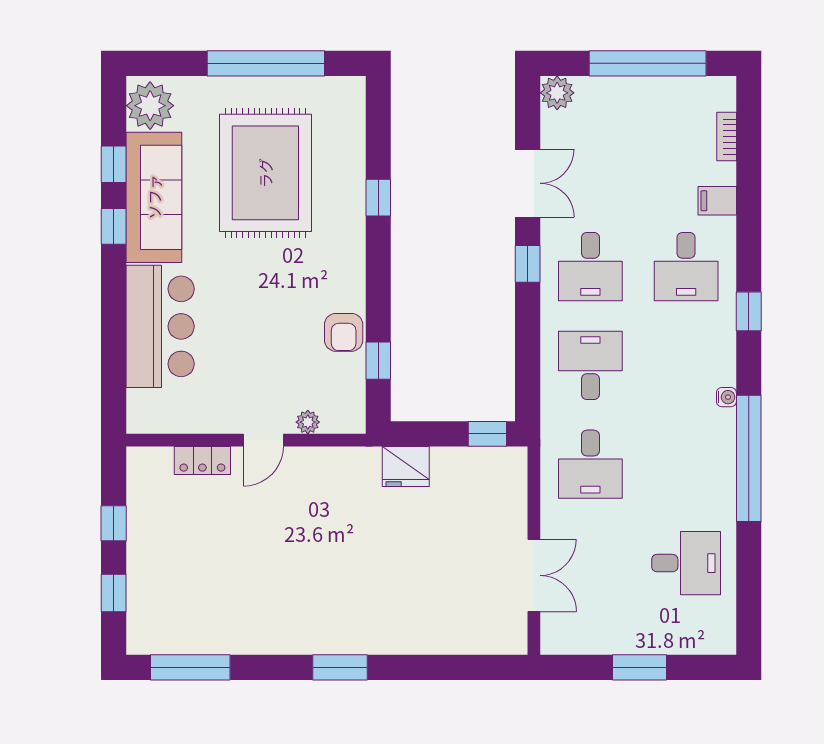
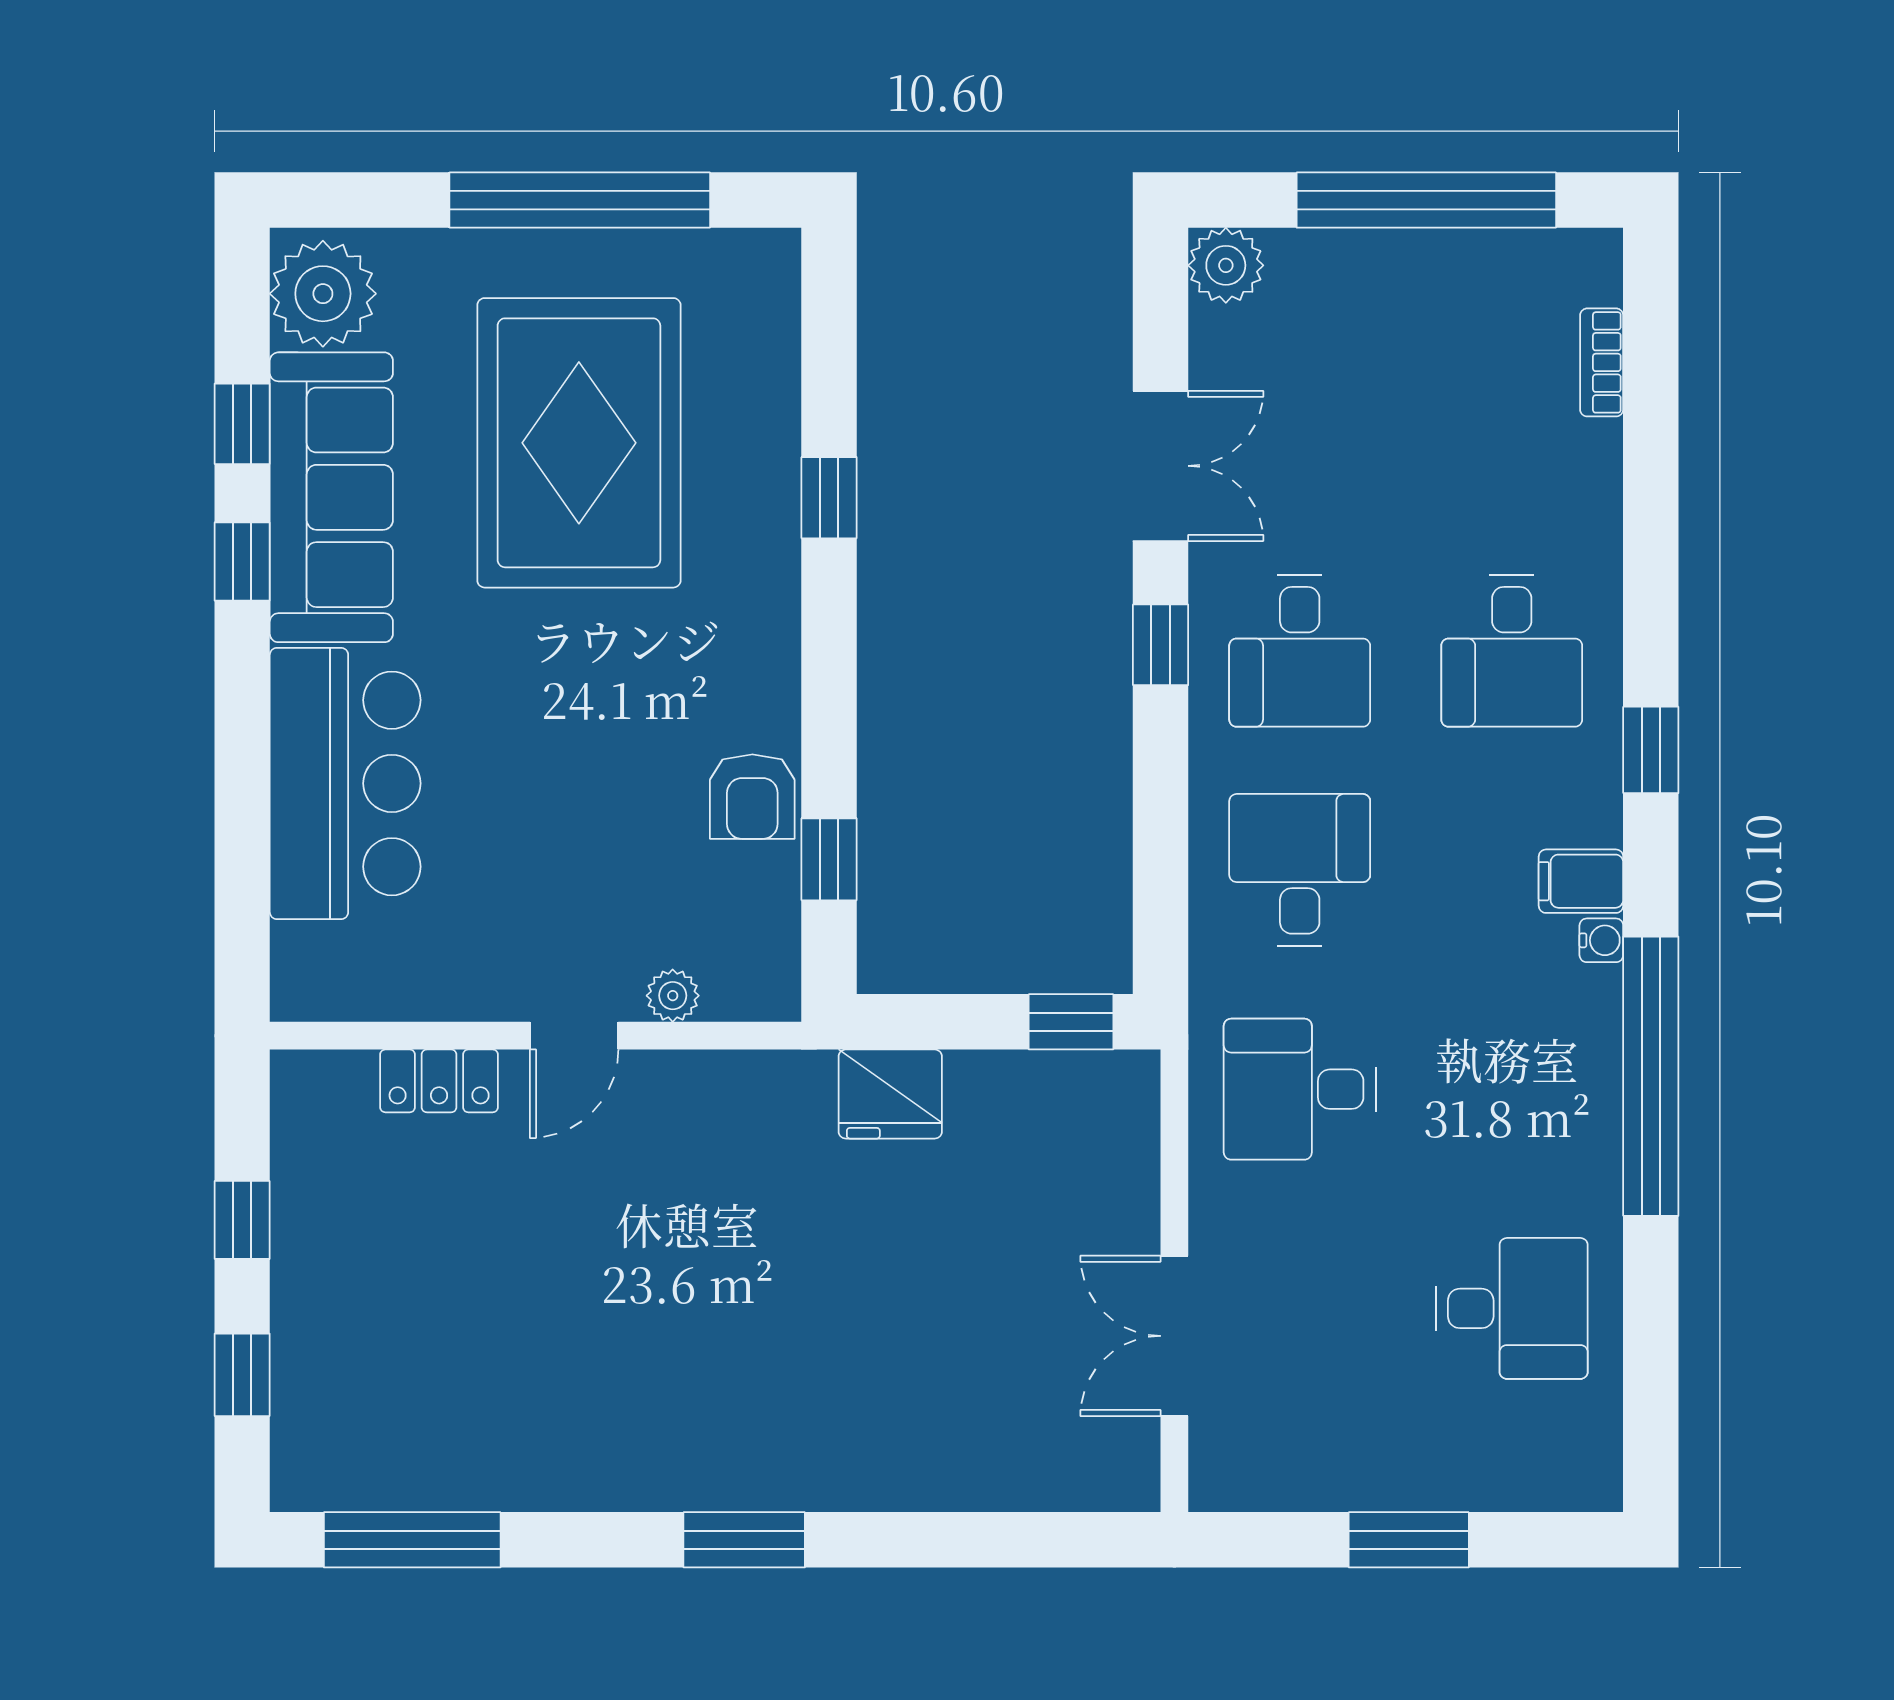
filing cabinet: (717, 201) -> (1581, 881), moved
desk: (590, 464) -> (1300, 1089), turned 90
double door: (534, 575) -> (1174, 1336), swing flipped

